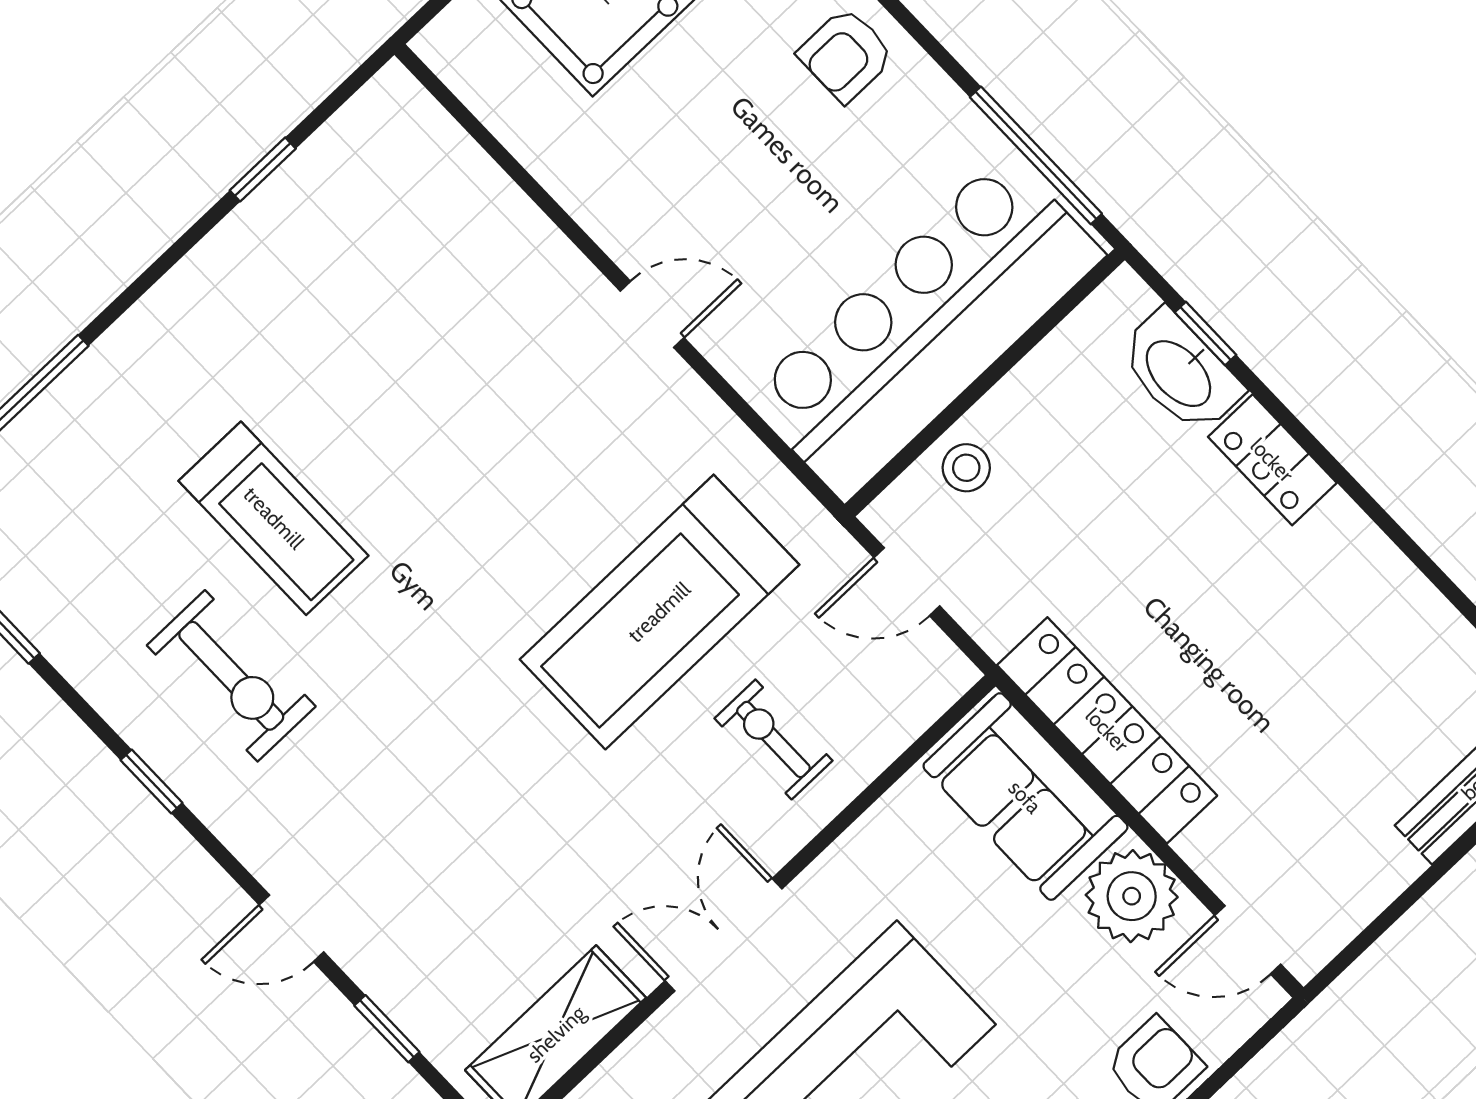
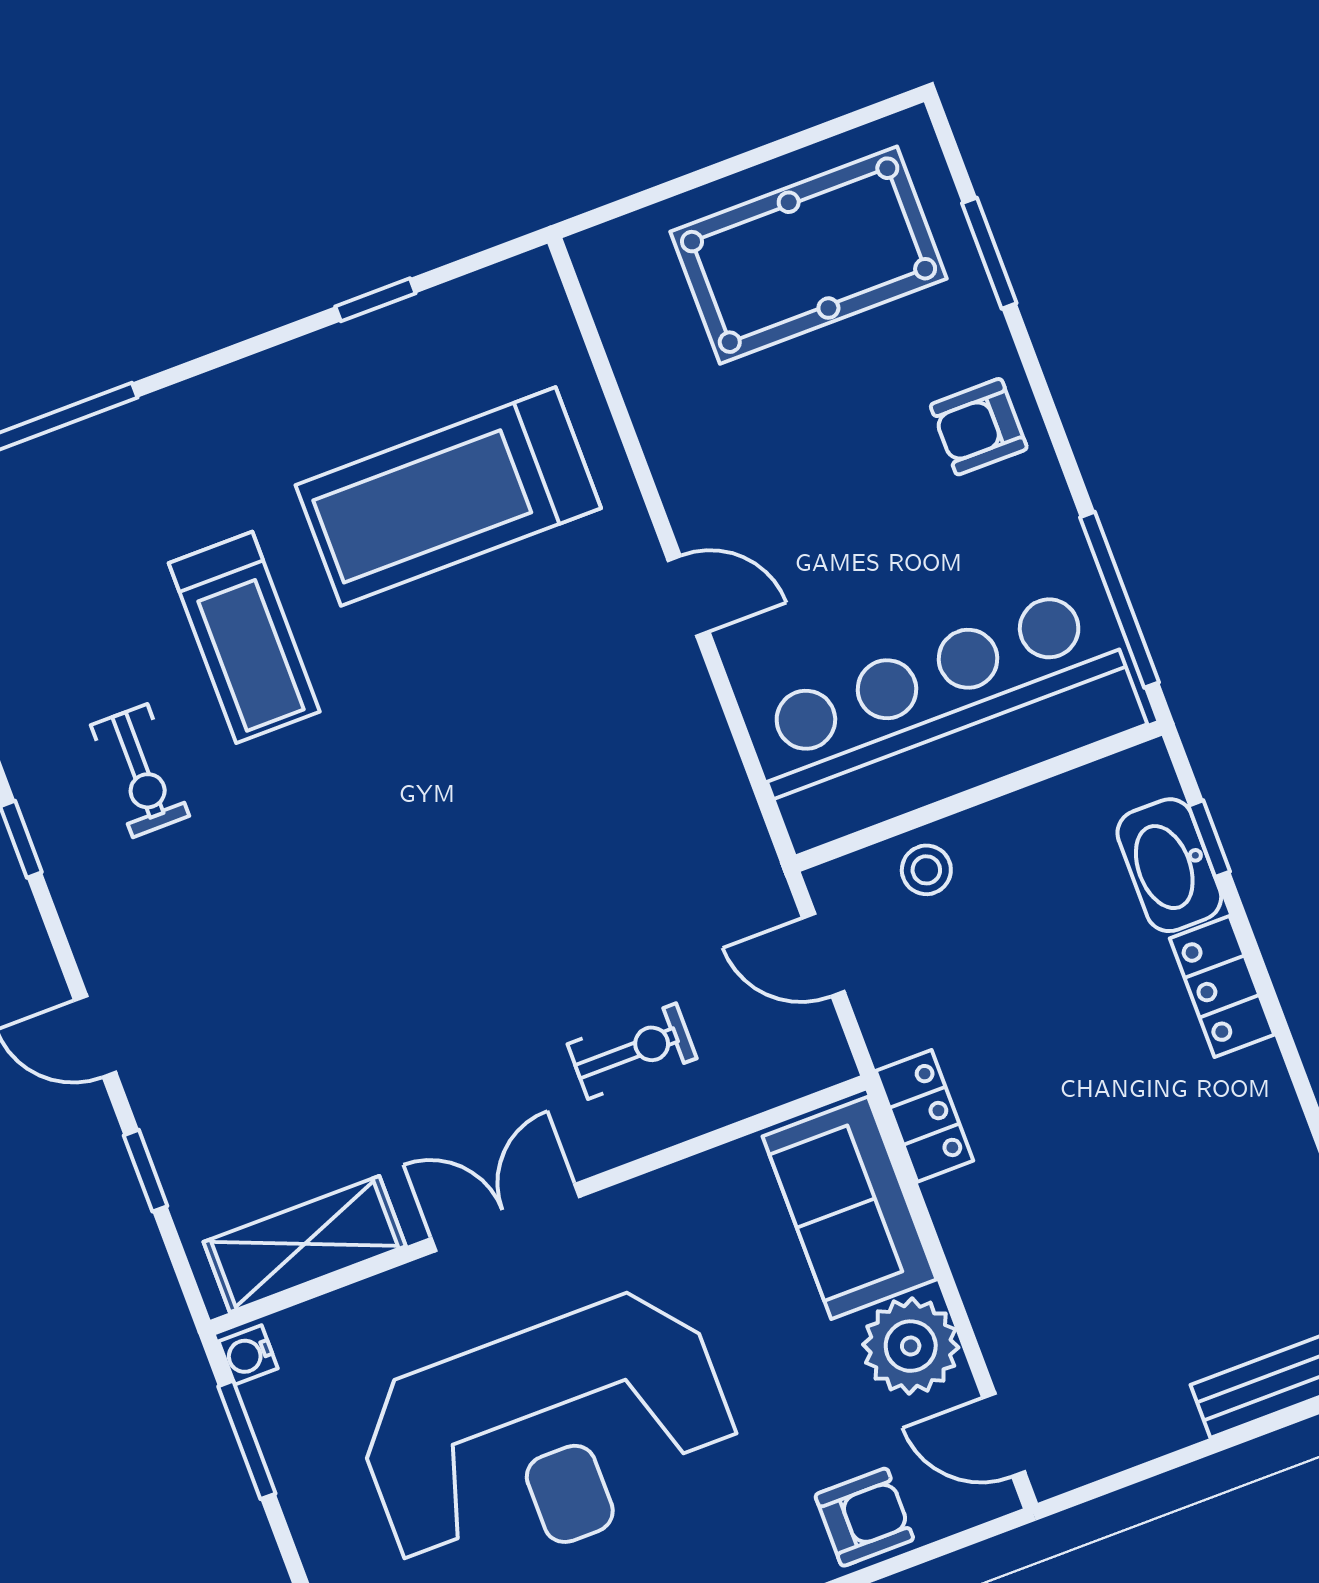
treadmill: (659, 612) -> (448, 497), moved
exercise bike: (231, 676) -> (140, 771), width x0.73, depth x0.72
locker: (1107, 730) -> (924, 1116), width x0.46, depth x0.83
exercise bike: (773, 739) -> (632, 1051), turned 90

